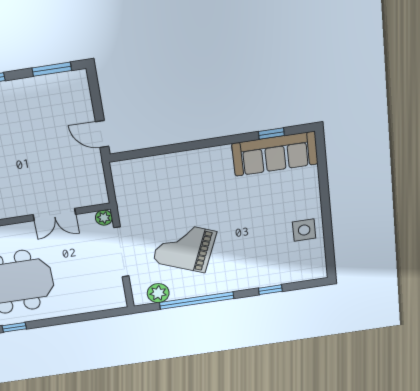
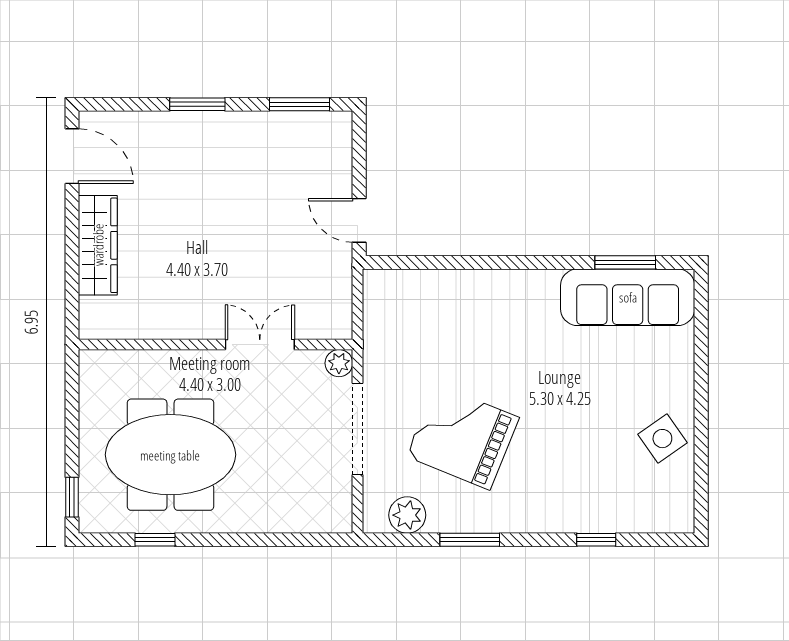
window: (271, 134) -> (625, 262), width x1.50
double door: (54, 214) -> (260, 345), swing flipped
side table: (304, 230) -> (662, 439), turned -35
window: (197, 301) -> (470, 540), width x0.47

